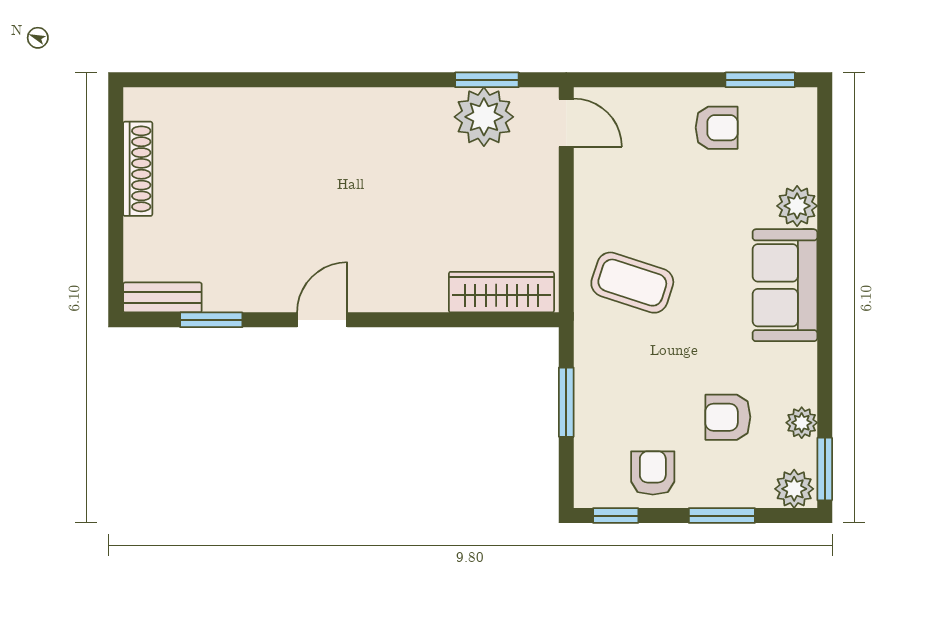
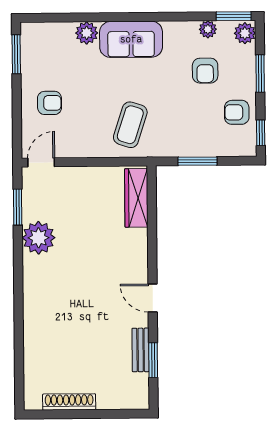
plant: (484, 117) -> (39, 238), moved
armchair: (717, 128) -> (50, 103), moved, turned 90
bench: (162, 297) -> (141, 350), moved

